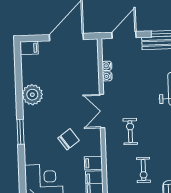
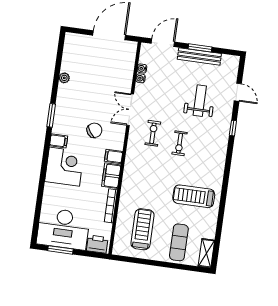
filing cabinet: (29, 48) -> (59, 141), moved
plant: (32, 95) -> (64, 78), width x0.53, depth x0.53
exercise bike: (143, 170) -> (180, 143), moved

